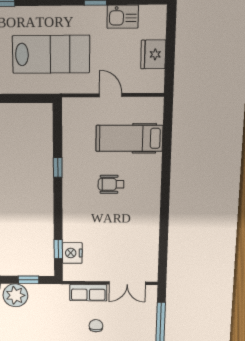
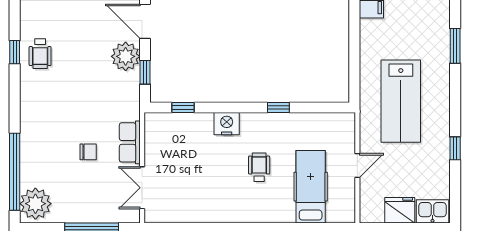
kitchen sink: (123, 17) -> (432, 211), moved, turned 90
nightstand: (72, 253) -> (227, 124), moved

